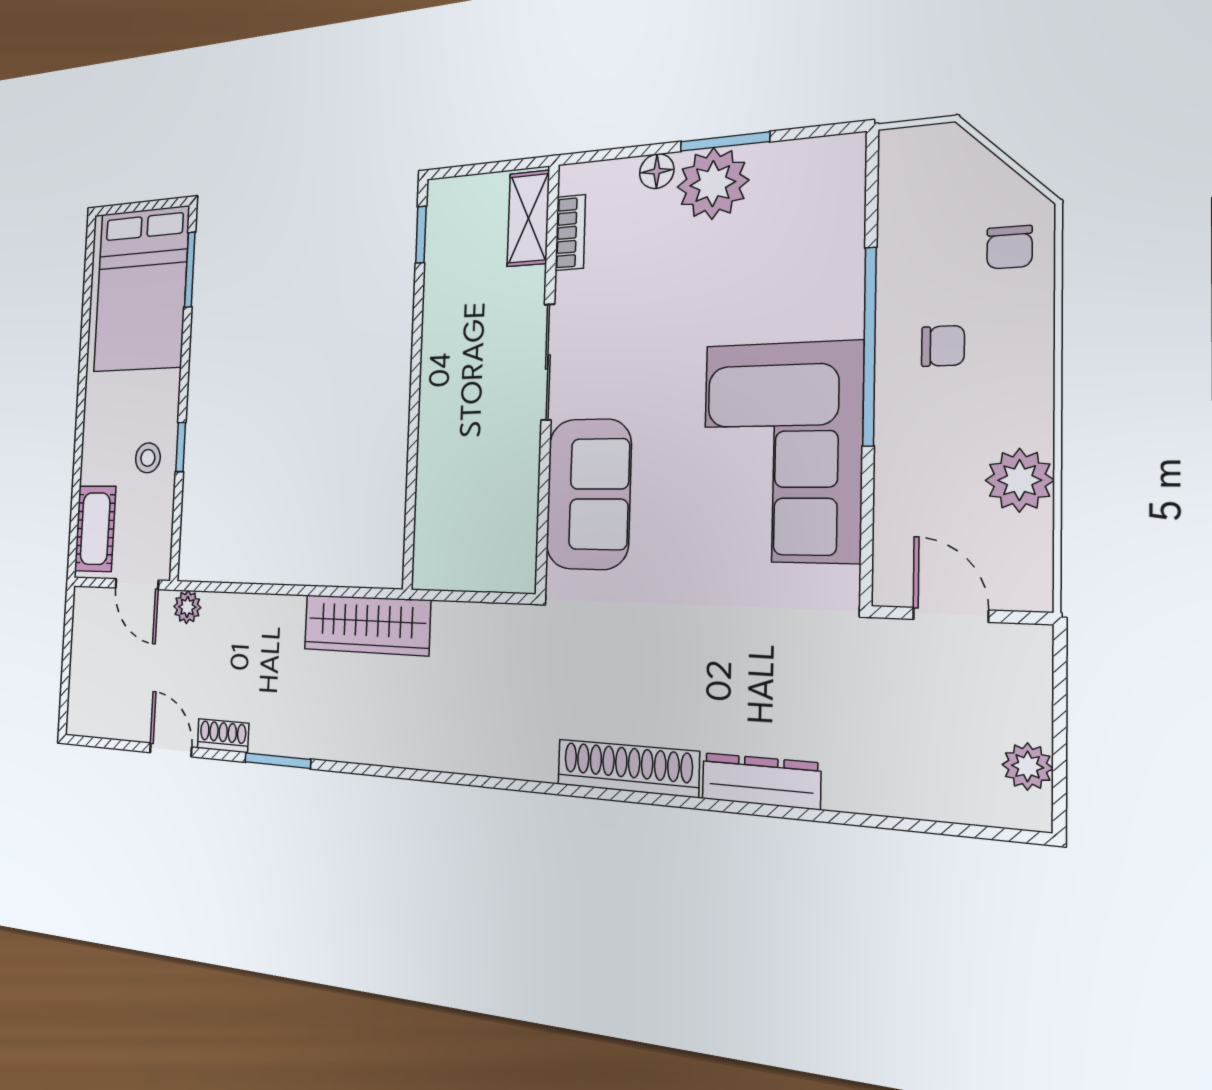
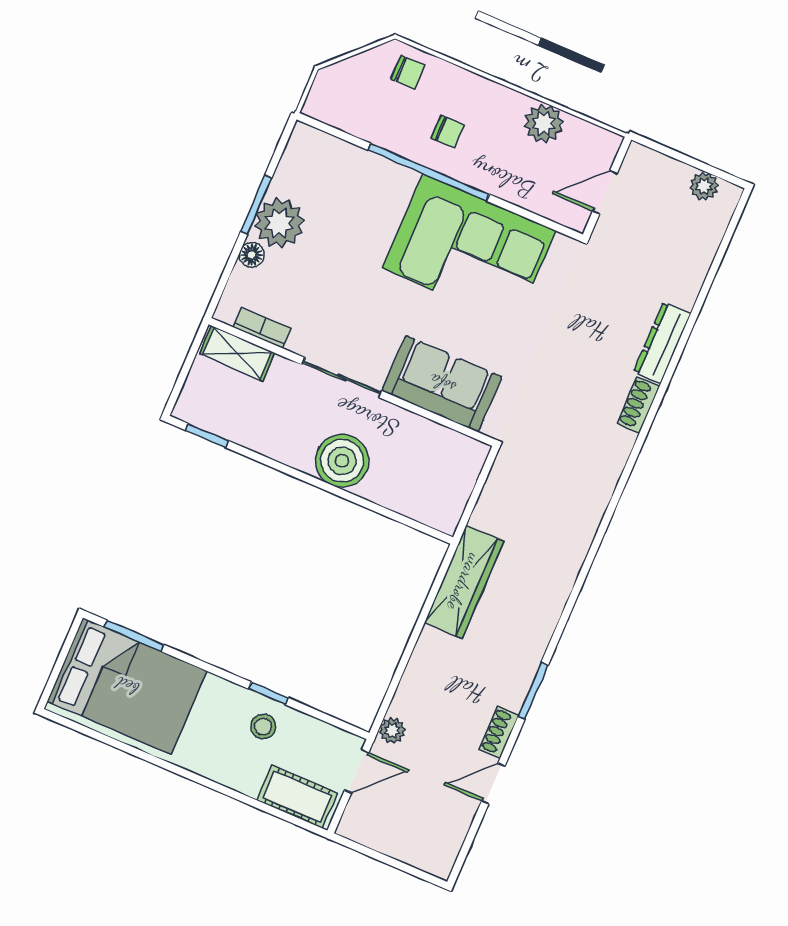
chair: (943, 346) -> (448, 132), turned 90
boiler: (450, 411) -> (342, 461), added
shoe rack: (628, 768) -> (638, 405), width x0.51, depth x0.81

